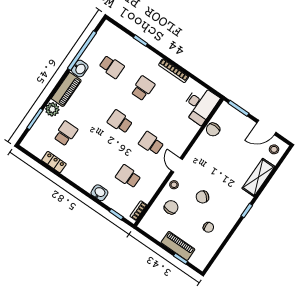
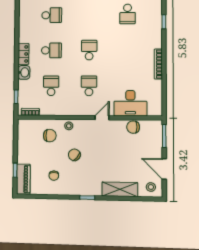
school desk: (143, 88) -> (51, 50), moved
desk: (200, 105) -> (130, 103), moved
locker: (54, 162) -> (24, 54), moved
door: (177, 165) -> (102, 118), moved
piano: (178, 246) -> (23, 179), moved

